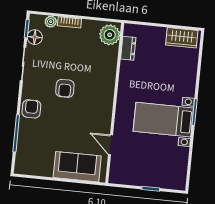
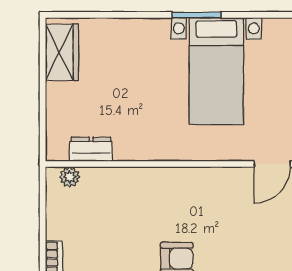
plant: (110, 35) -> (70, 177), width x0.53, depth x0.53

